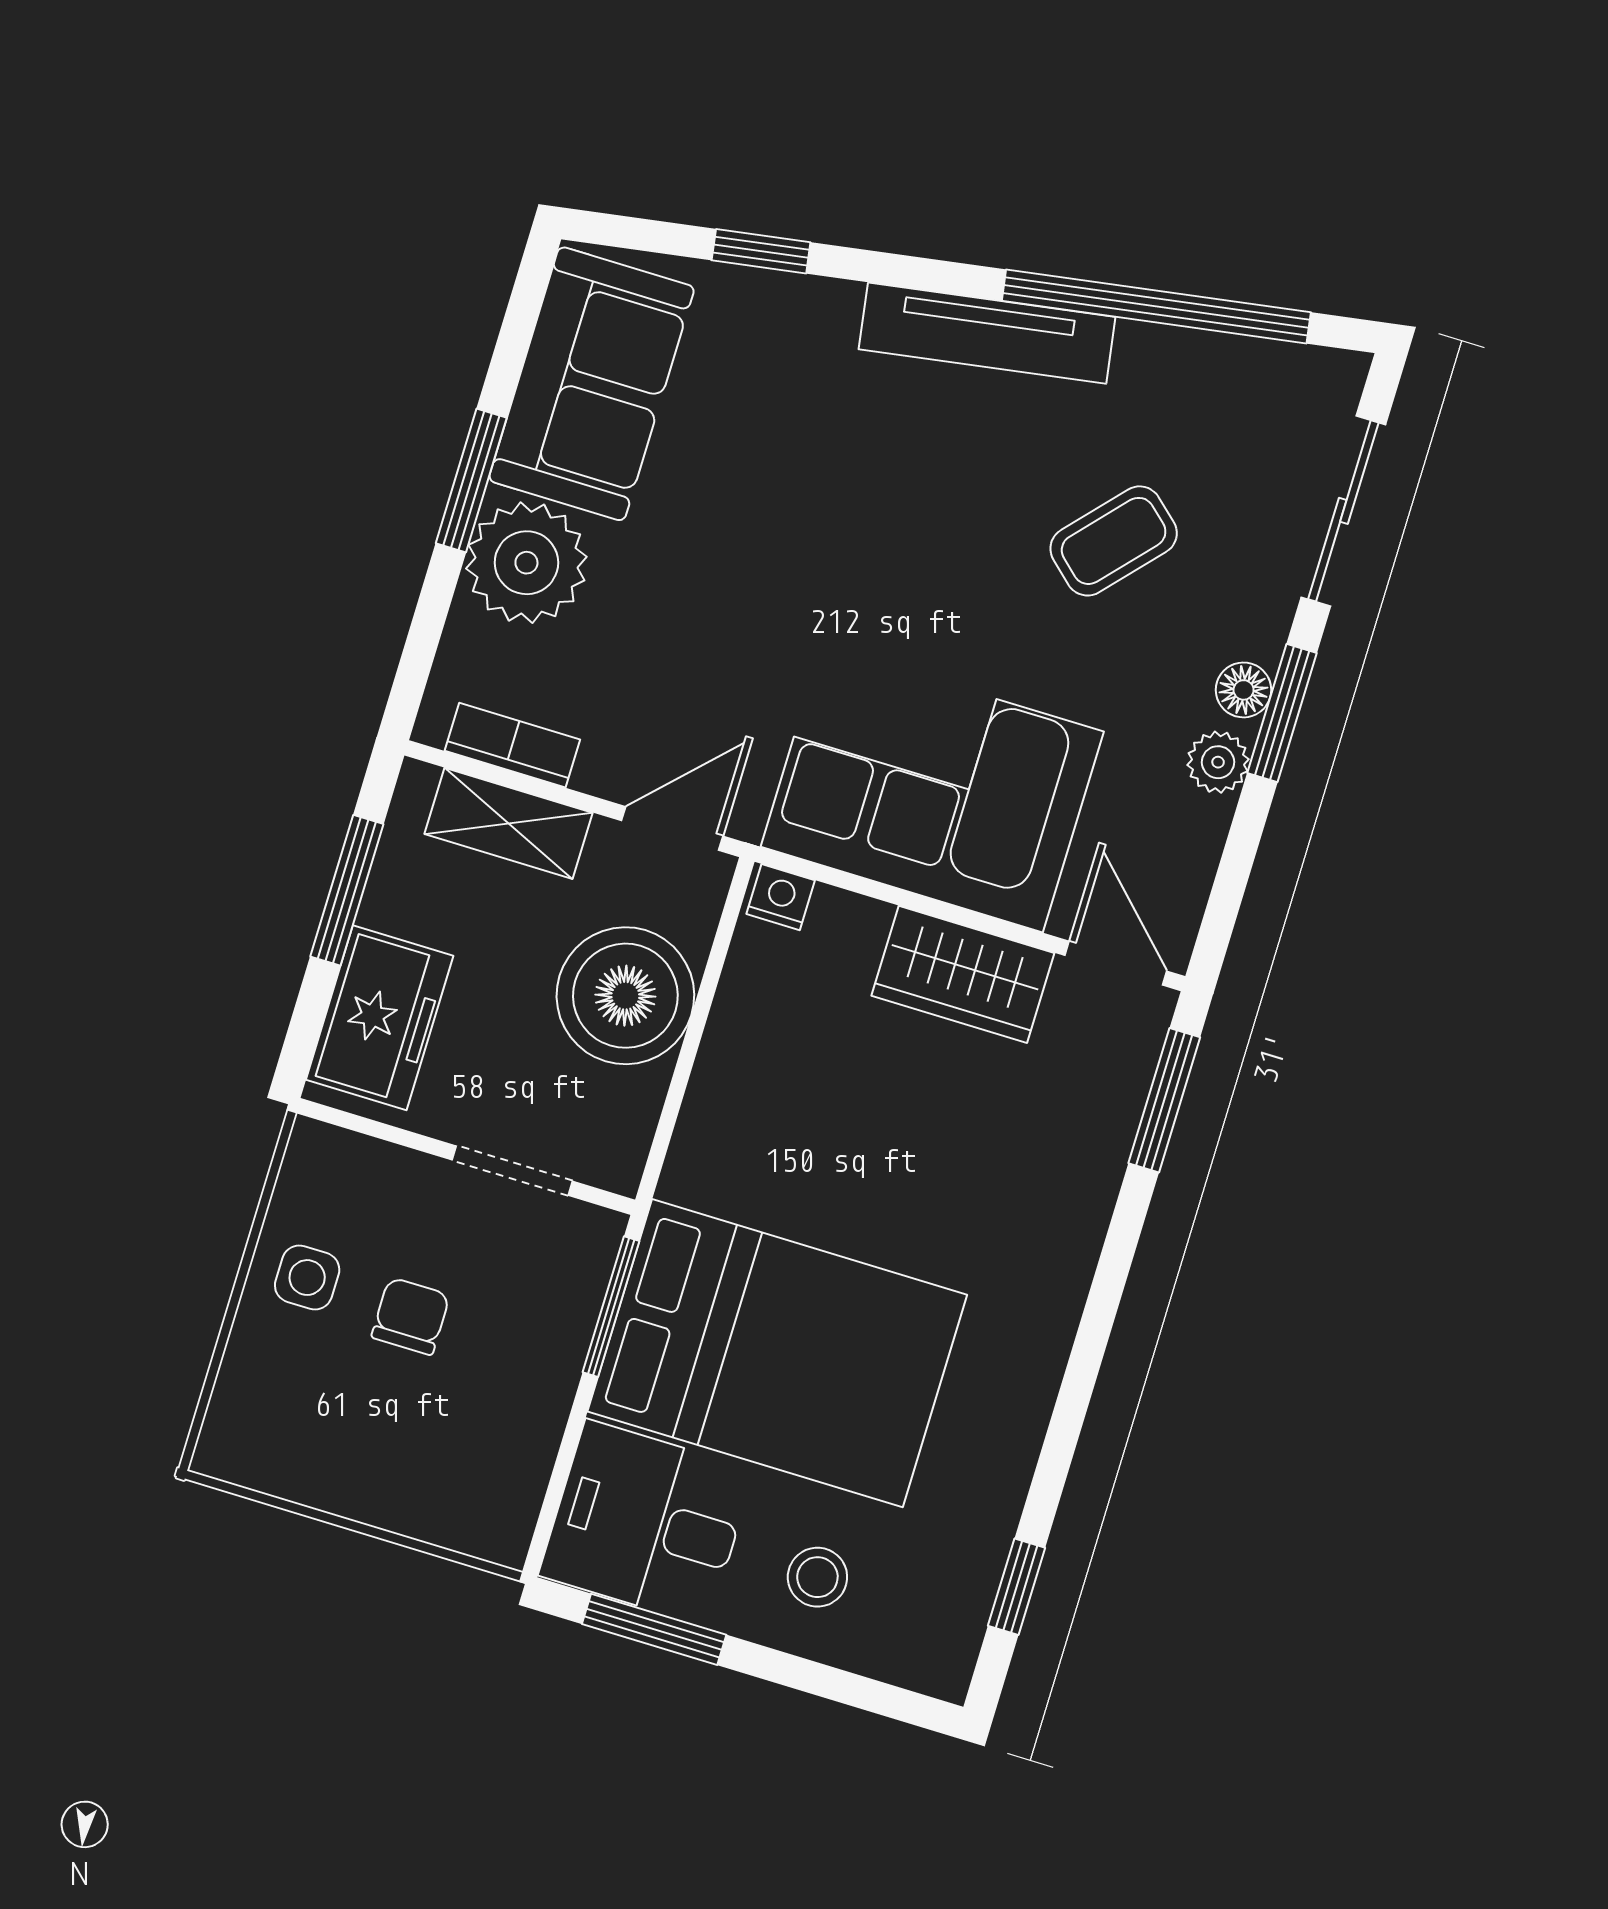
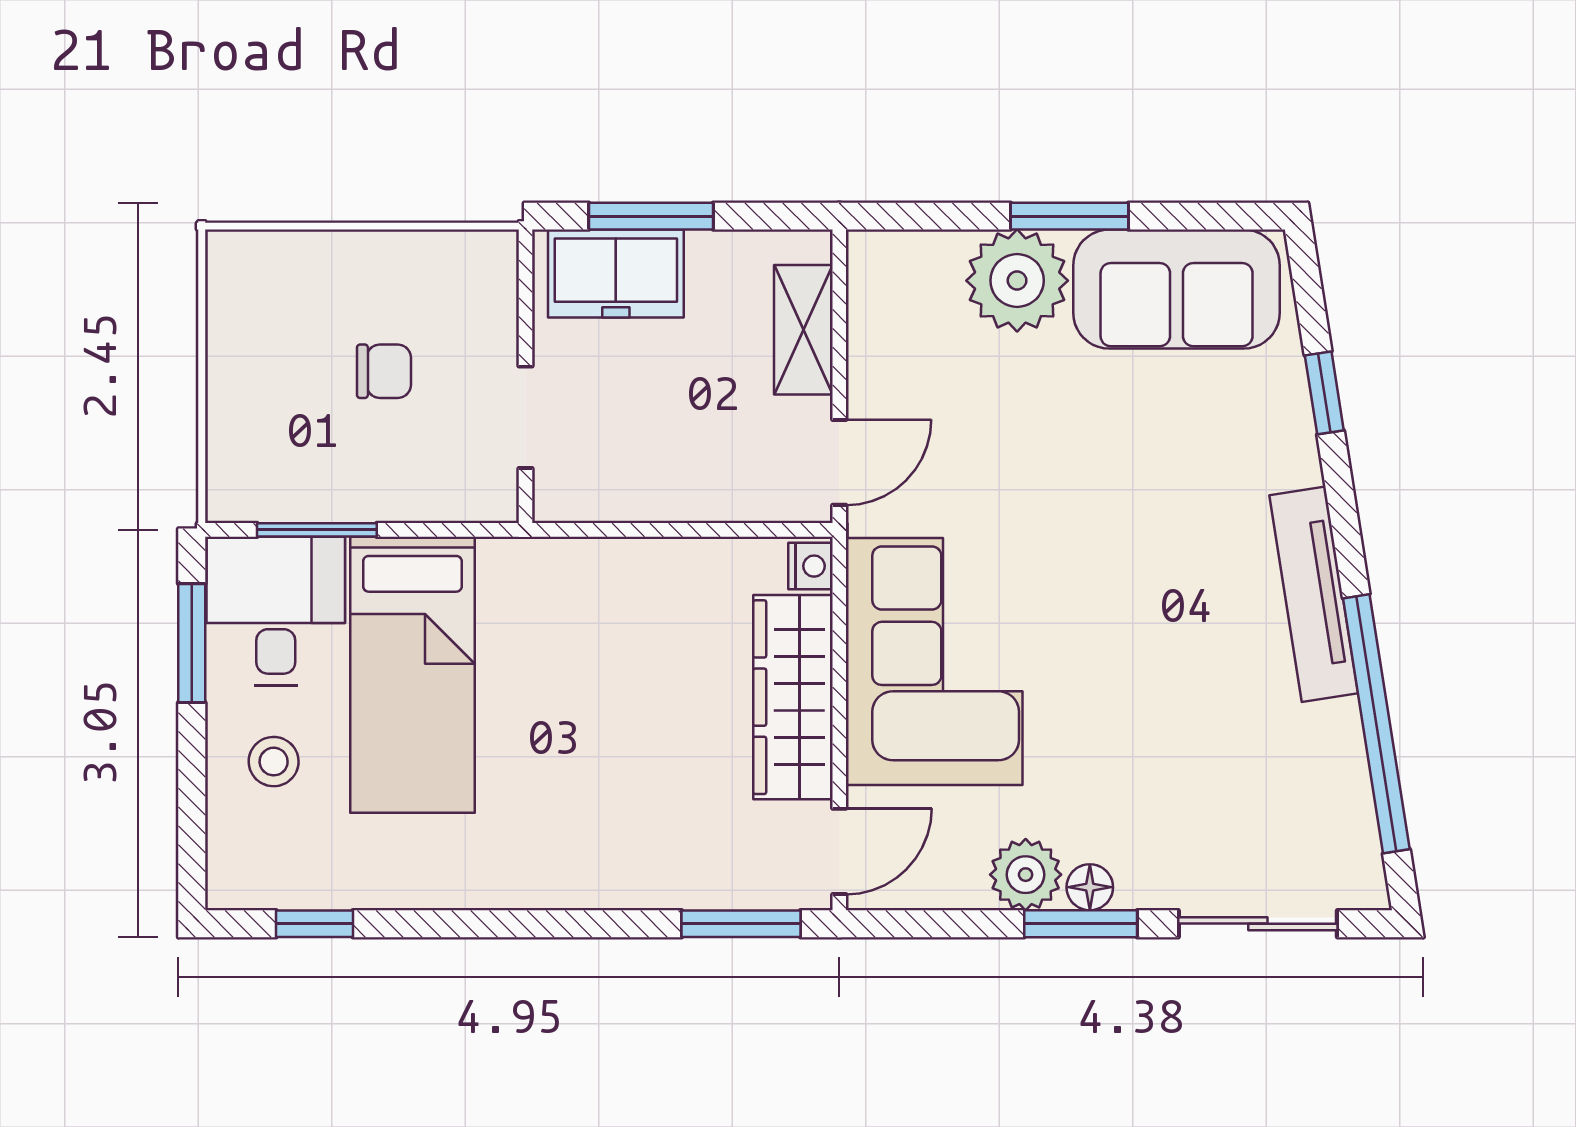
coffee table: (1114, 541) -> (1178, 747), removed
bookcase: (512, 745) -> (867, 314), removed
plant: (1218, 762) -> (1026, 875), width x1.38, depth x1.38
door: (672, 828) -> (839, 462), hinge flipped
window: (347, 890) -> (651, 216), moved
wardrobe: (963, 974) -> (793, 697), width x1.50
boiler: (625, 996) -> (694, 466), removed
side table: (307, 1278) -> (390, 279), removed
window: (611, 1307) -> (317, 530), moved
bed: (777, 1353) -> (412, 675), width x0.67

